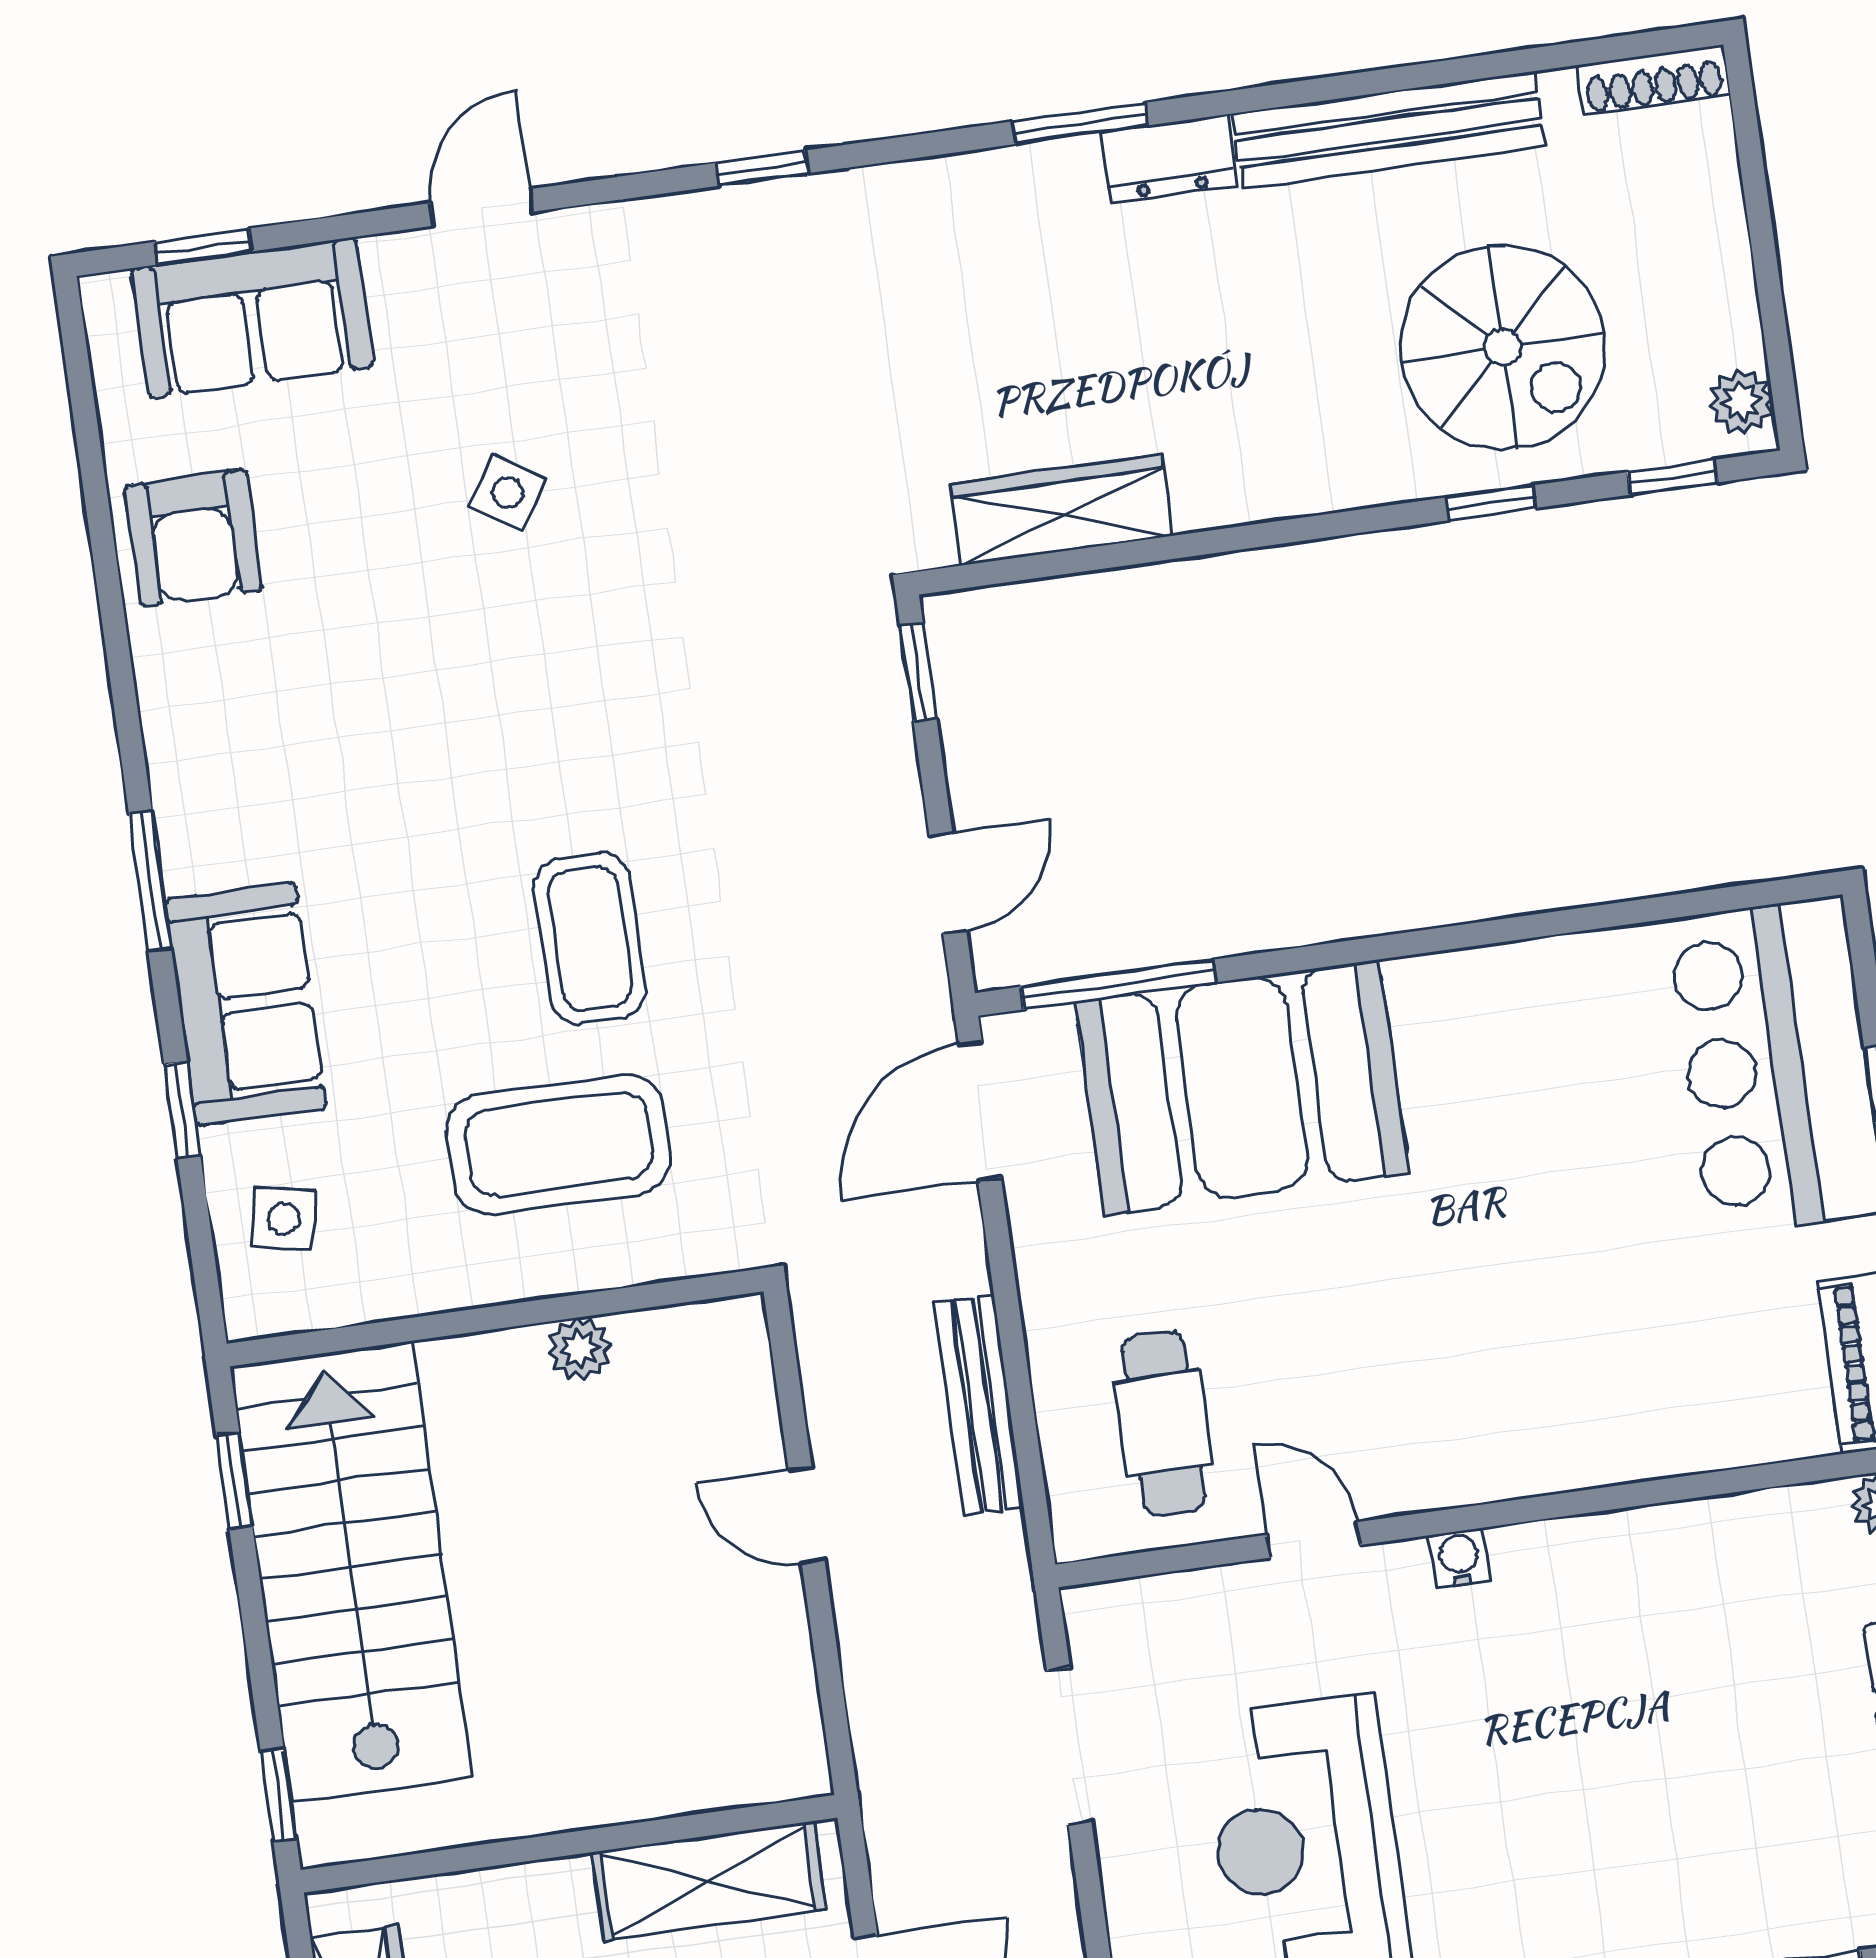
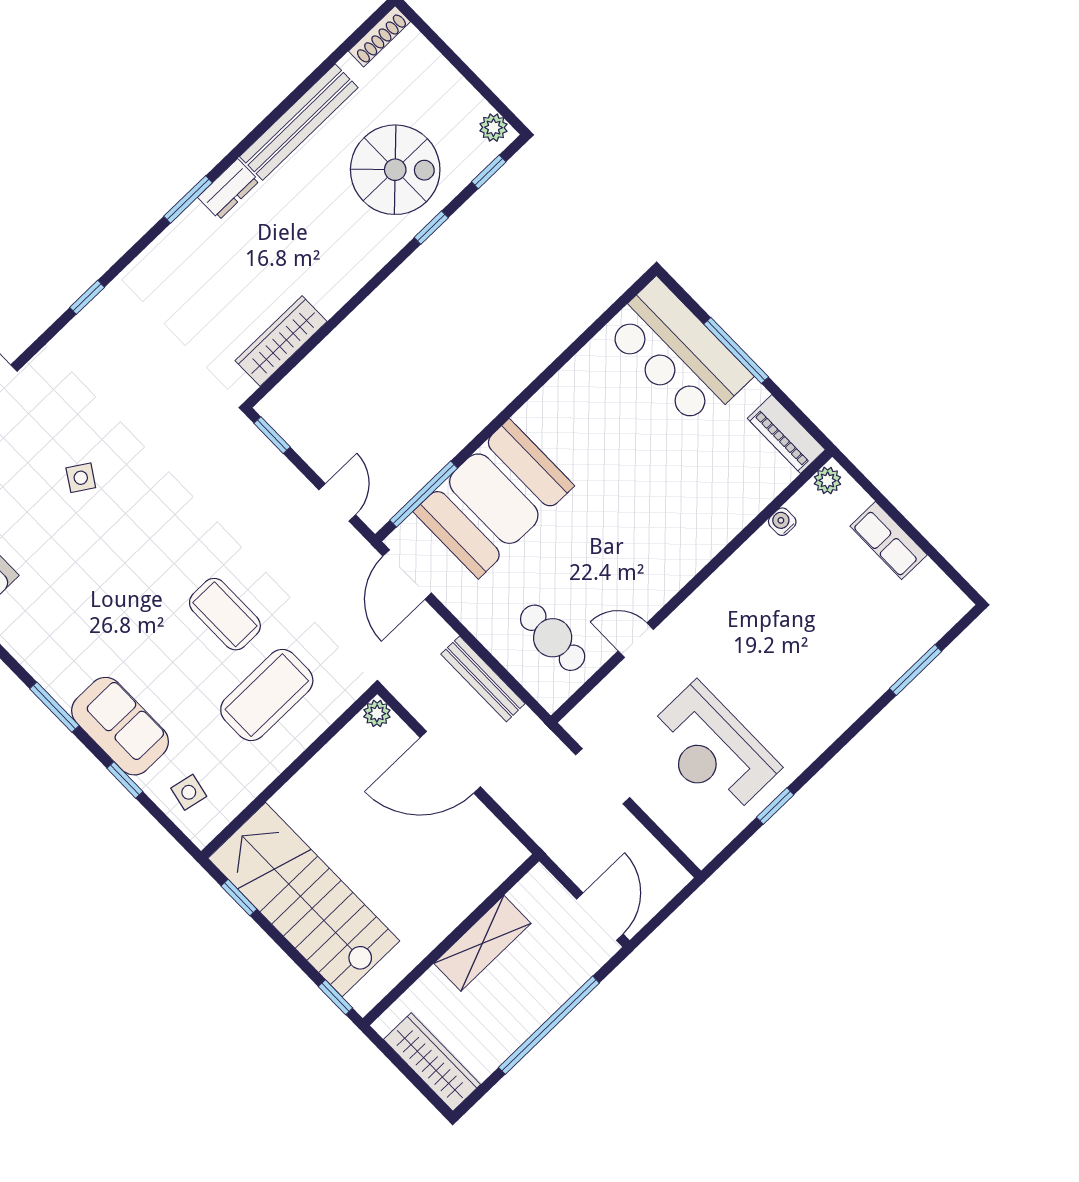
plant: (580, 1349) -> (377, 713), moved
door: (807, 1515) -> (450, 762), width x1.87
water cooler: (1459, 1558) -> (782, 522), moved
shelving: (708, 1881) -> (482, 943), moved

